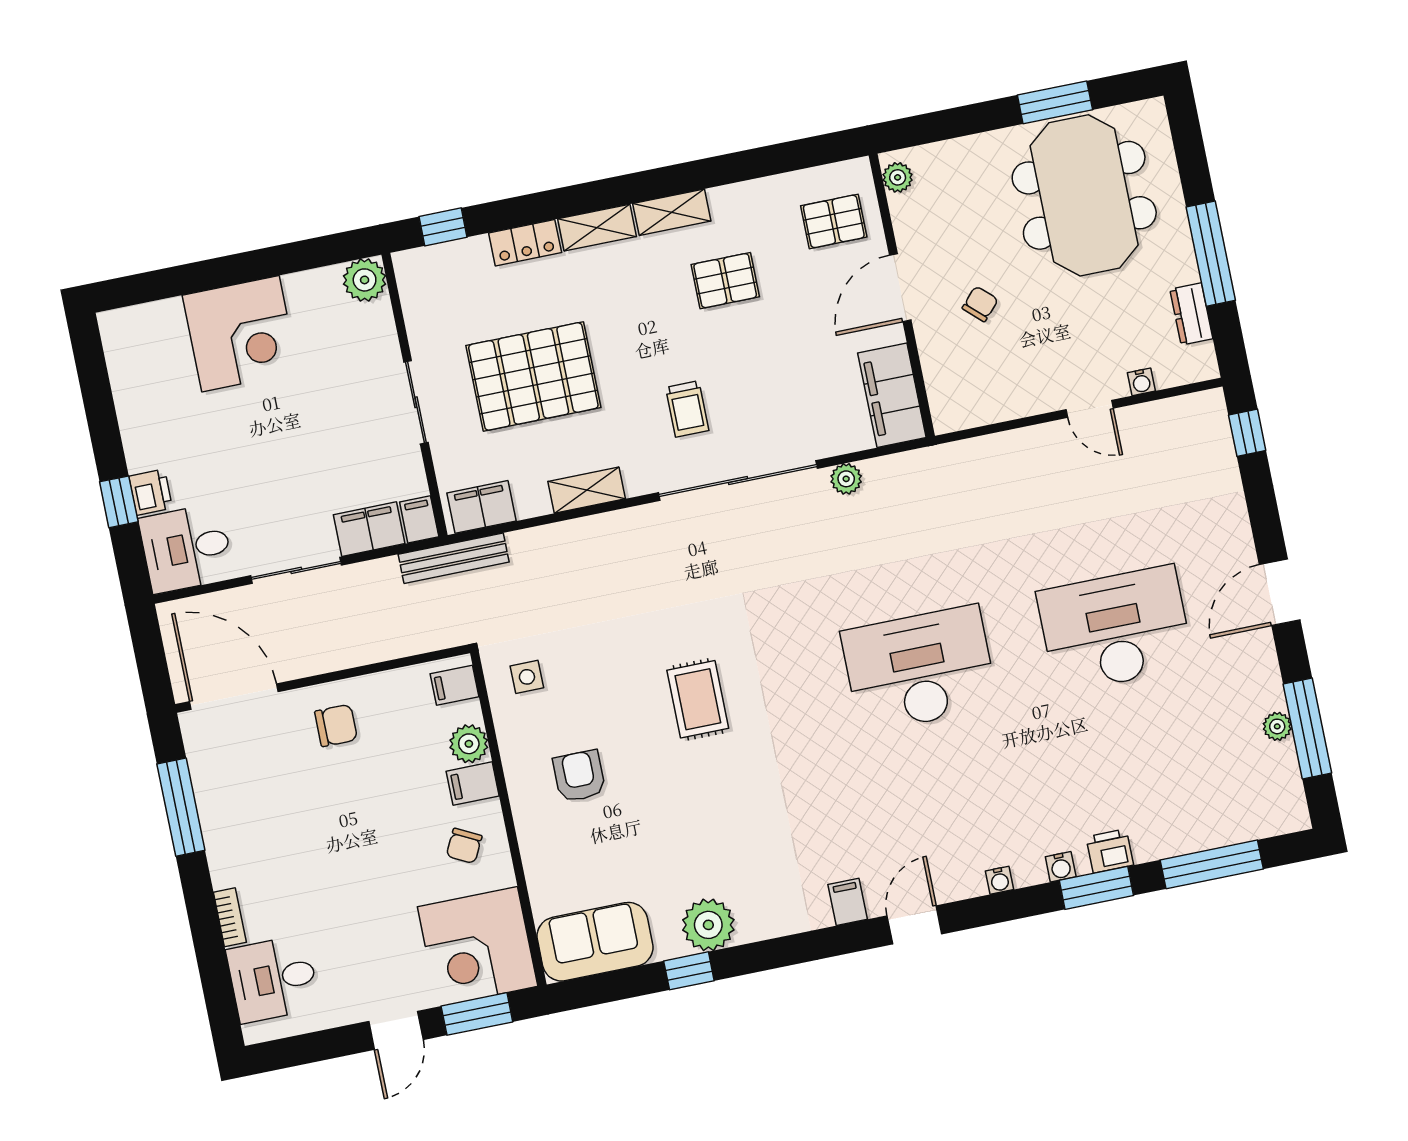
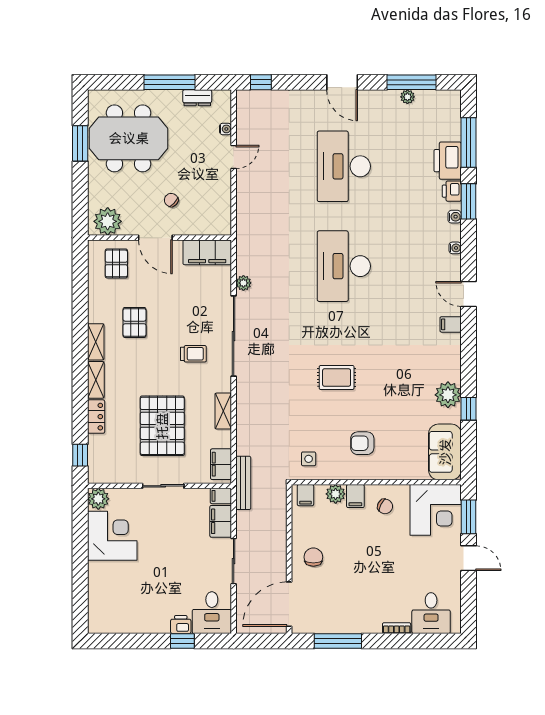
plant: (898, 177) -> (108, 221), width x1.88, depth x1.88
corner desk: (240, 334) -> (112, 536), moved
printer: (1168, 831) -> (448, 161), added

